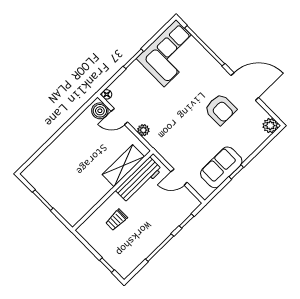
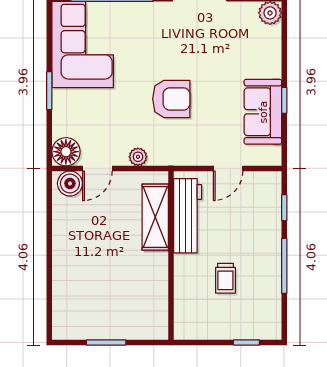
floor lamp: (107, 94) -> (66, 152), width x1.89, depth x1.89
armchair: (220, 109) -> (171, 99), moved
trolley: (116, 220) -> (225, 278), moved

